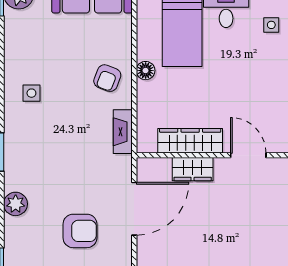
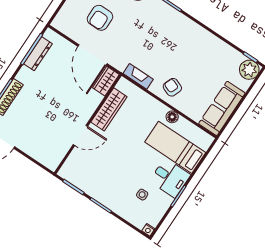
floor lamp: (146, 71) -> (172, 117), moved
side table: (31, 93) -> (191, 41), removed
wardrobe: (193, 169) -> (106, 81), moved

